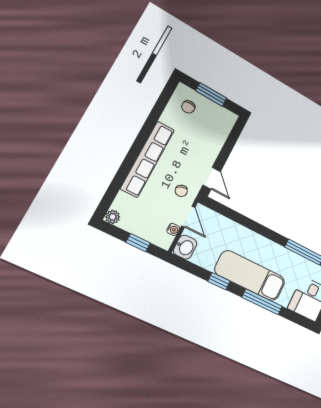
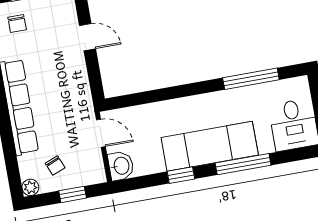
door: (212, 178) -> (87, 37), moved
chair: (181, 191) -> (55, 165), moved
water cooler: (173, 229) -> (96, 157), removed

